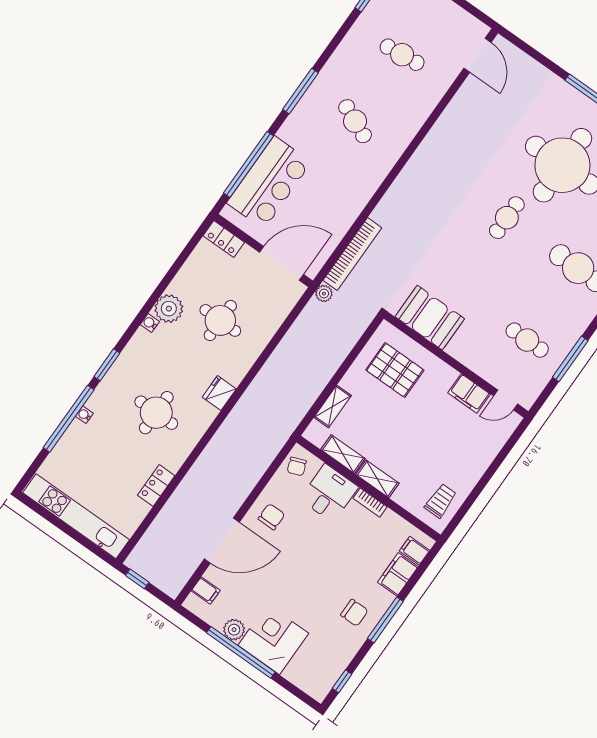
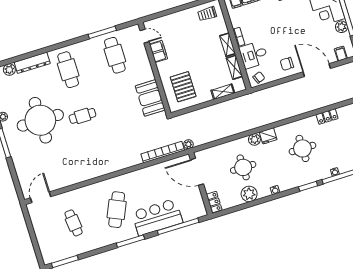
cafe table: (355, 121) -> (117, 210), width x1.37, depth x1.35
bar counter: (269, 183) -> (157, 217), moved
plant: (169, 309) -> (249, 194), moved
cafe table: (527, 340) -> (115, 55), width x1.37, depth x1.35
plant: (235, 373) -> (254, 139), added

